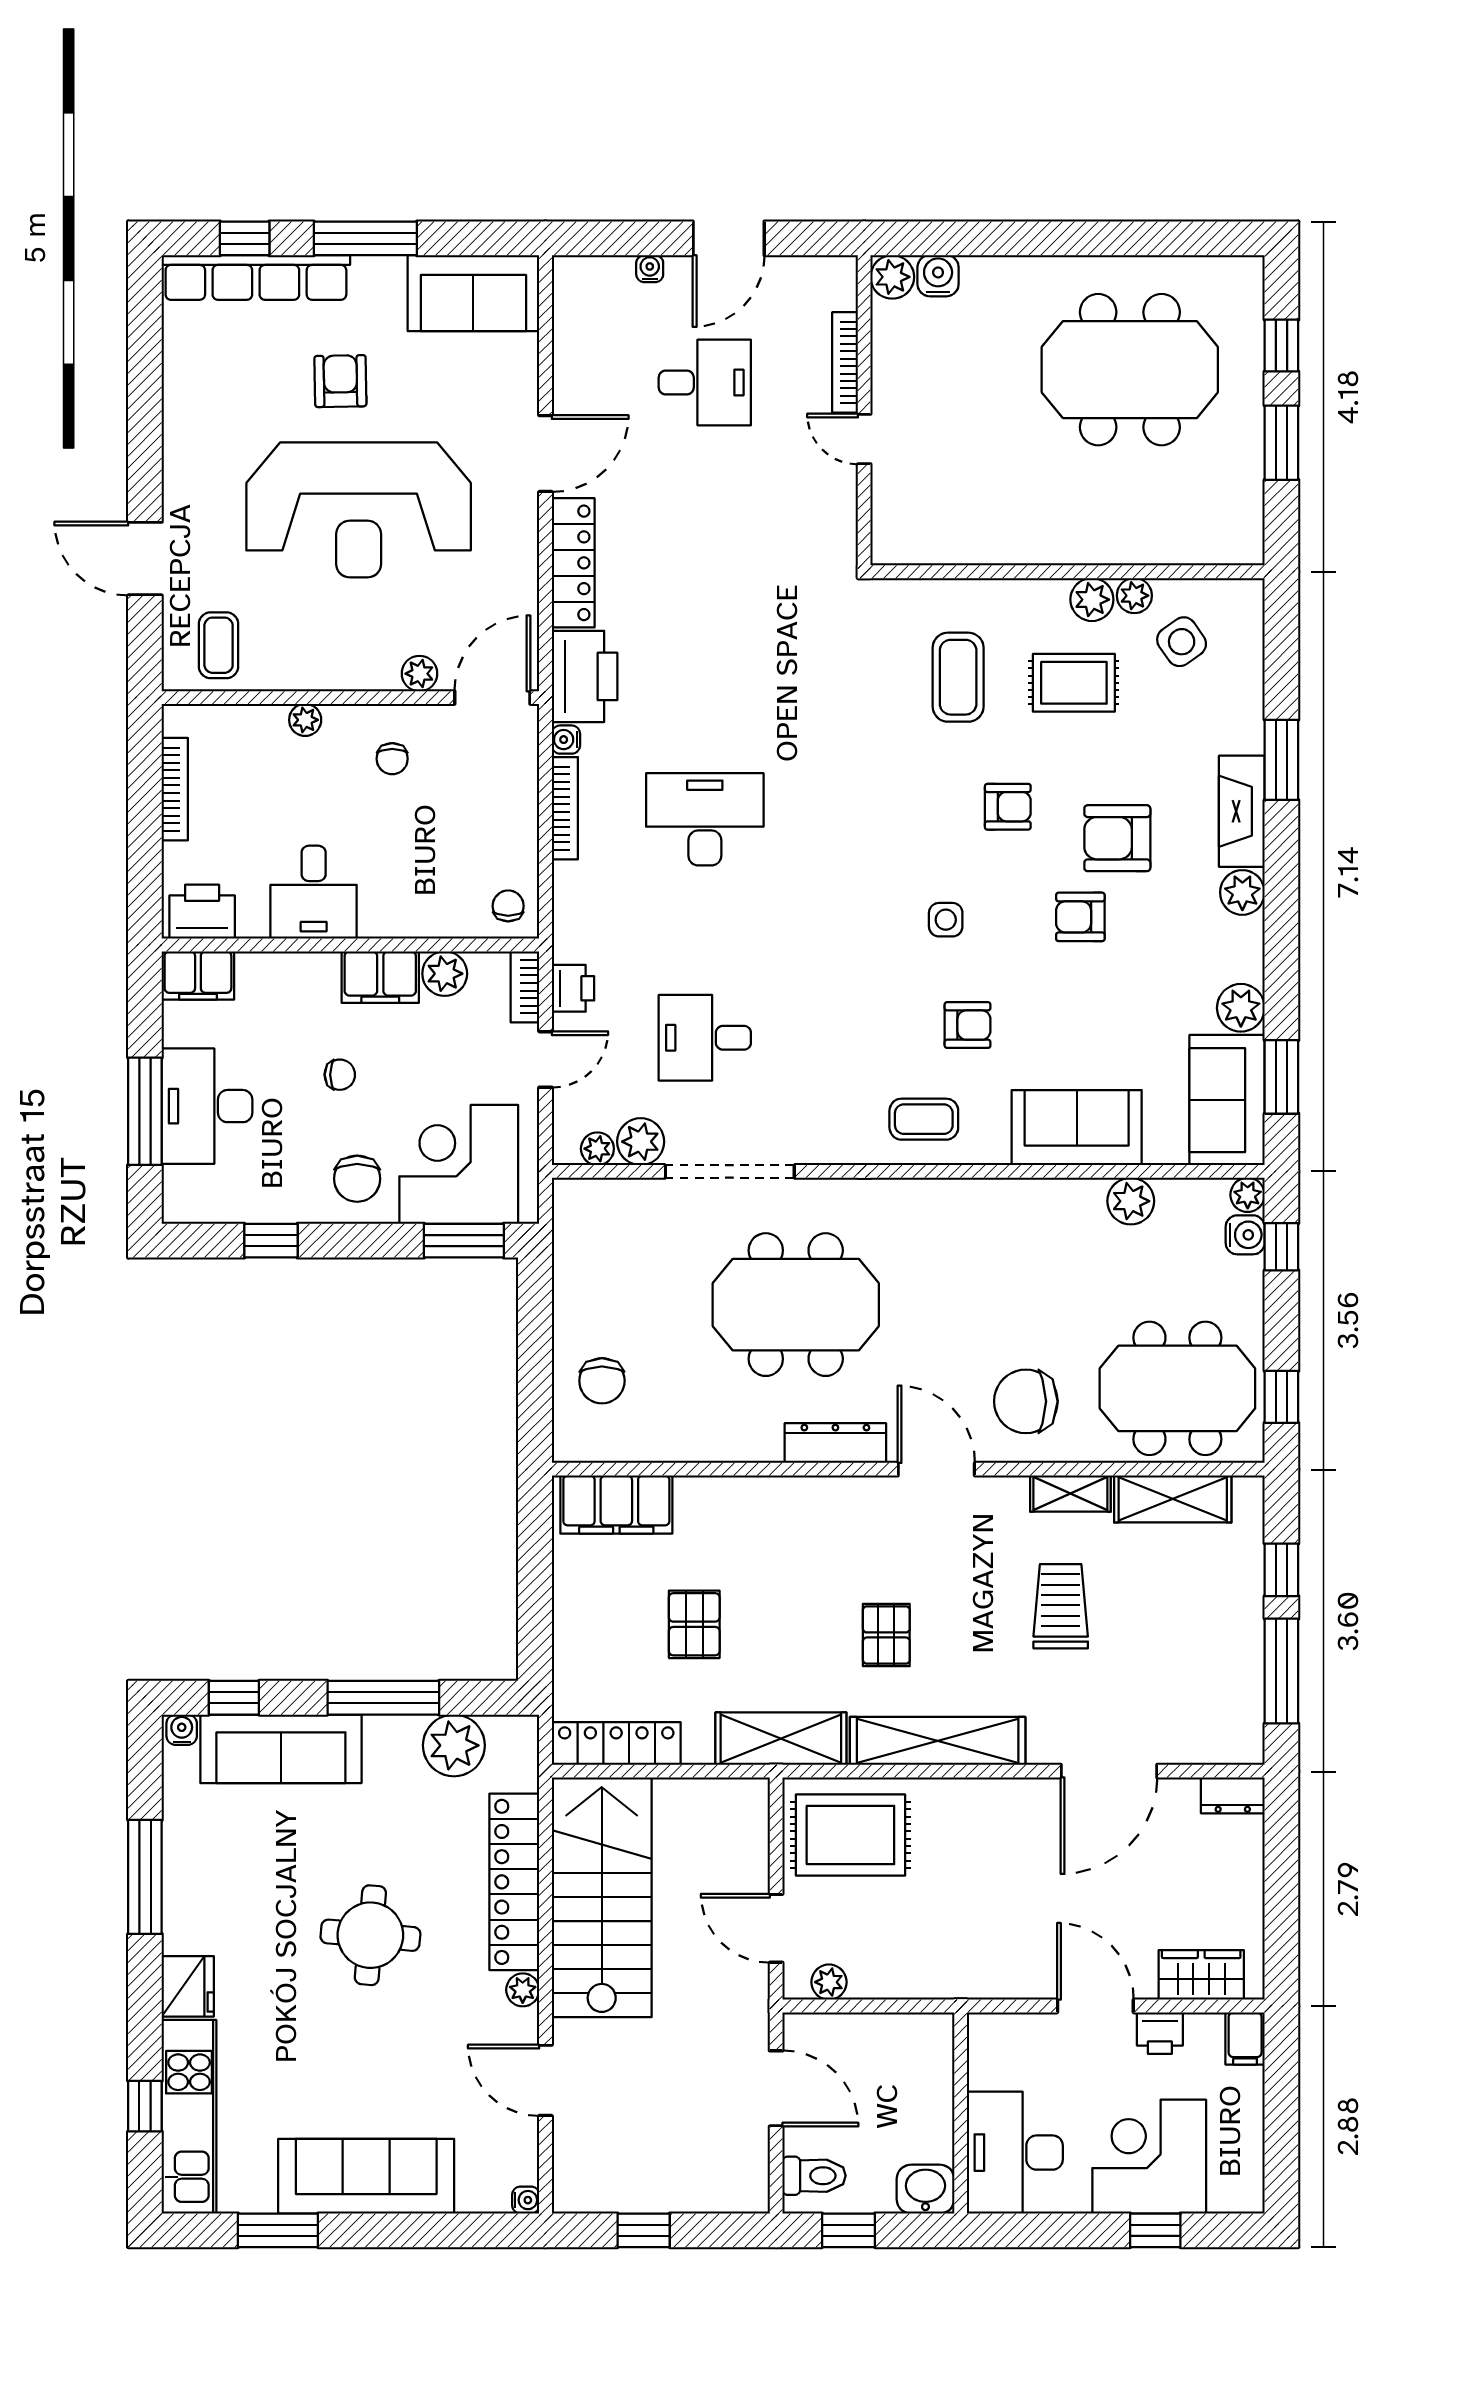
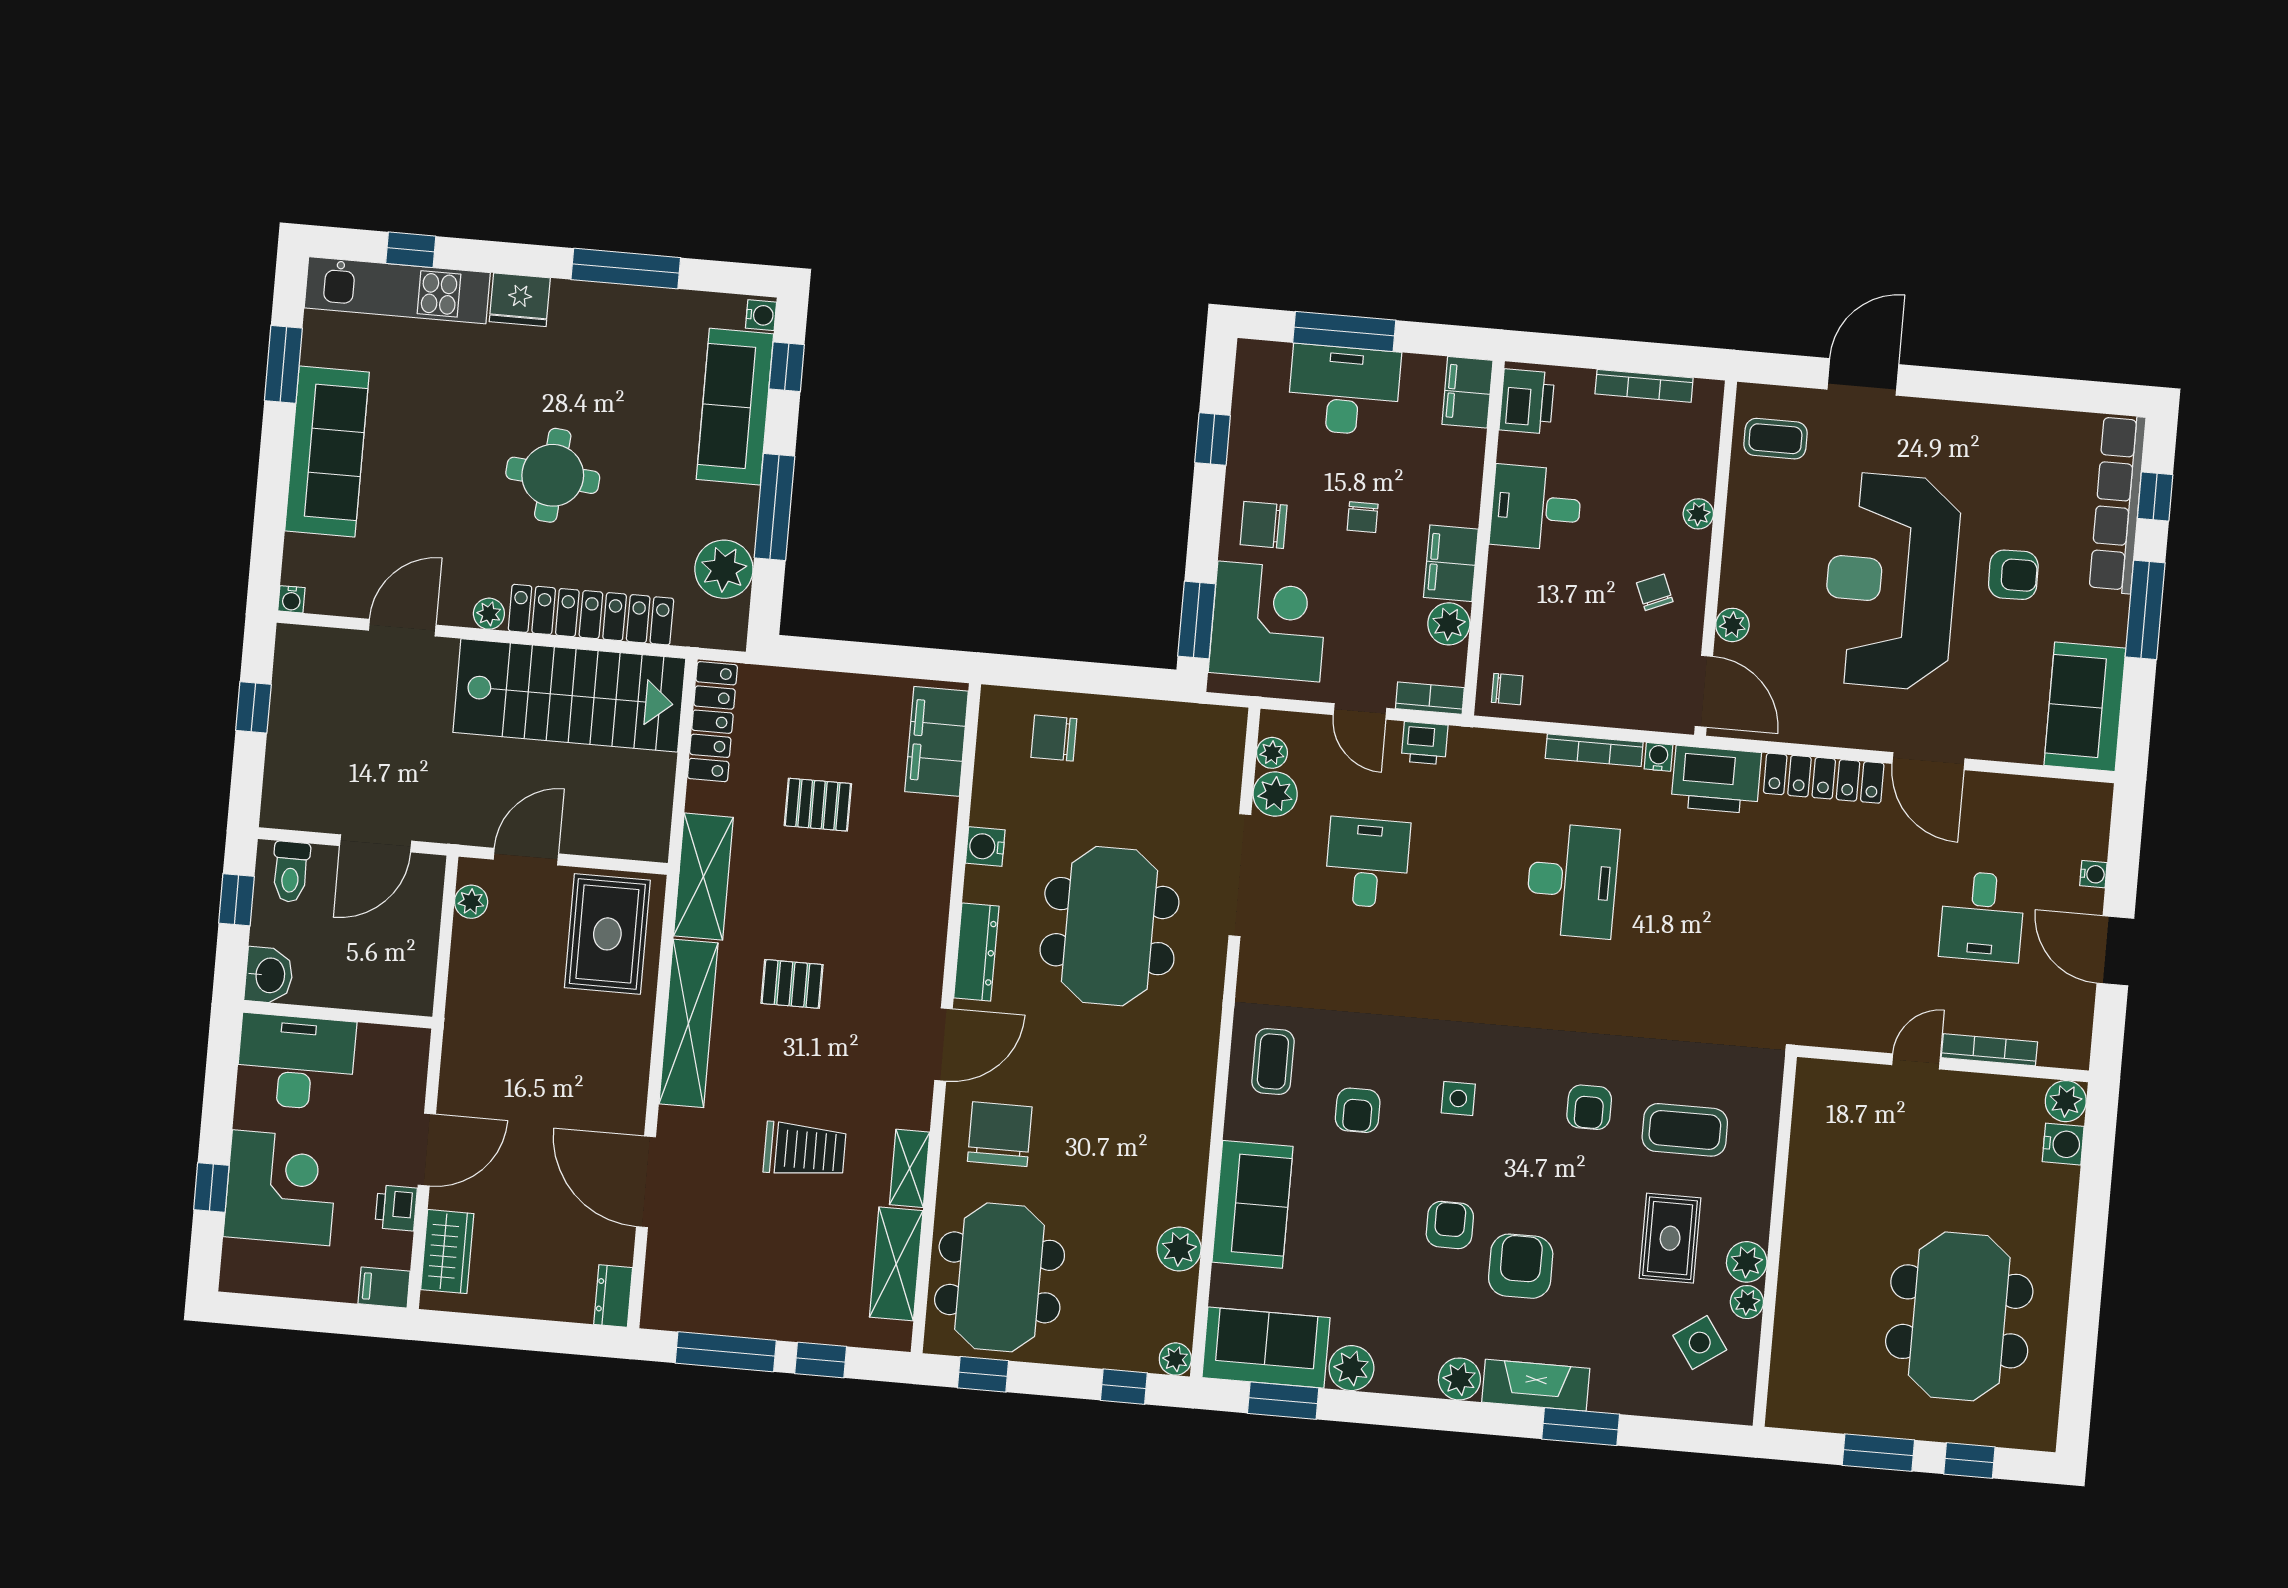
chair: (392, 759) -> (1655, 592), turned 67
armchair: (1008, 807) -> (1589, 1107), moved
water cooler: (1245, 1235) -> (985, 847), moved, turned 90

